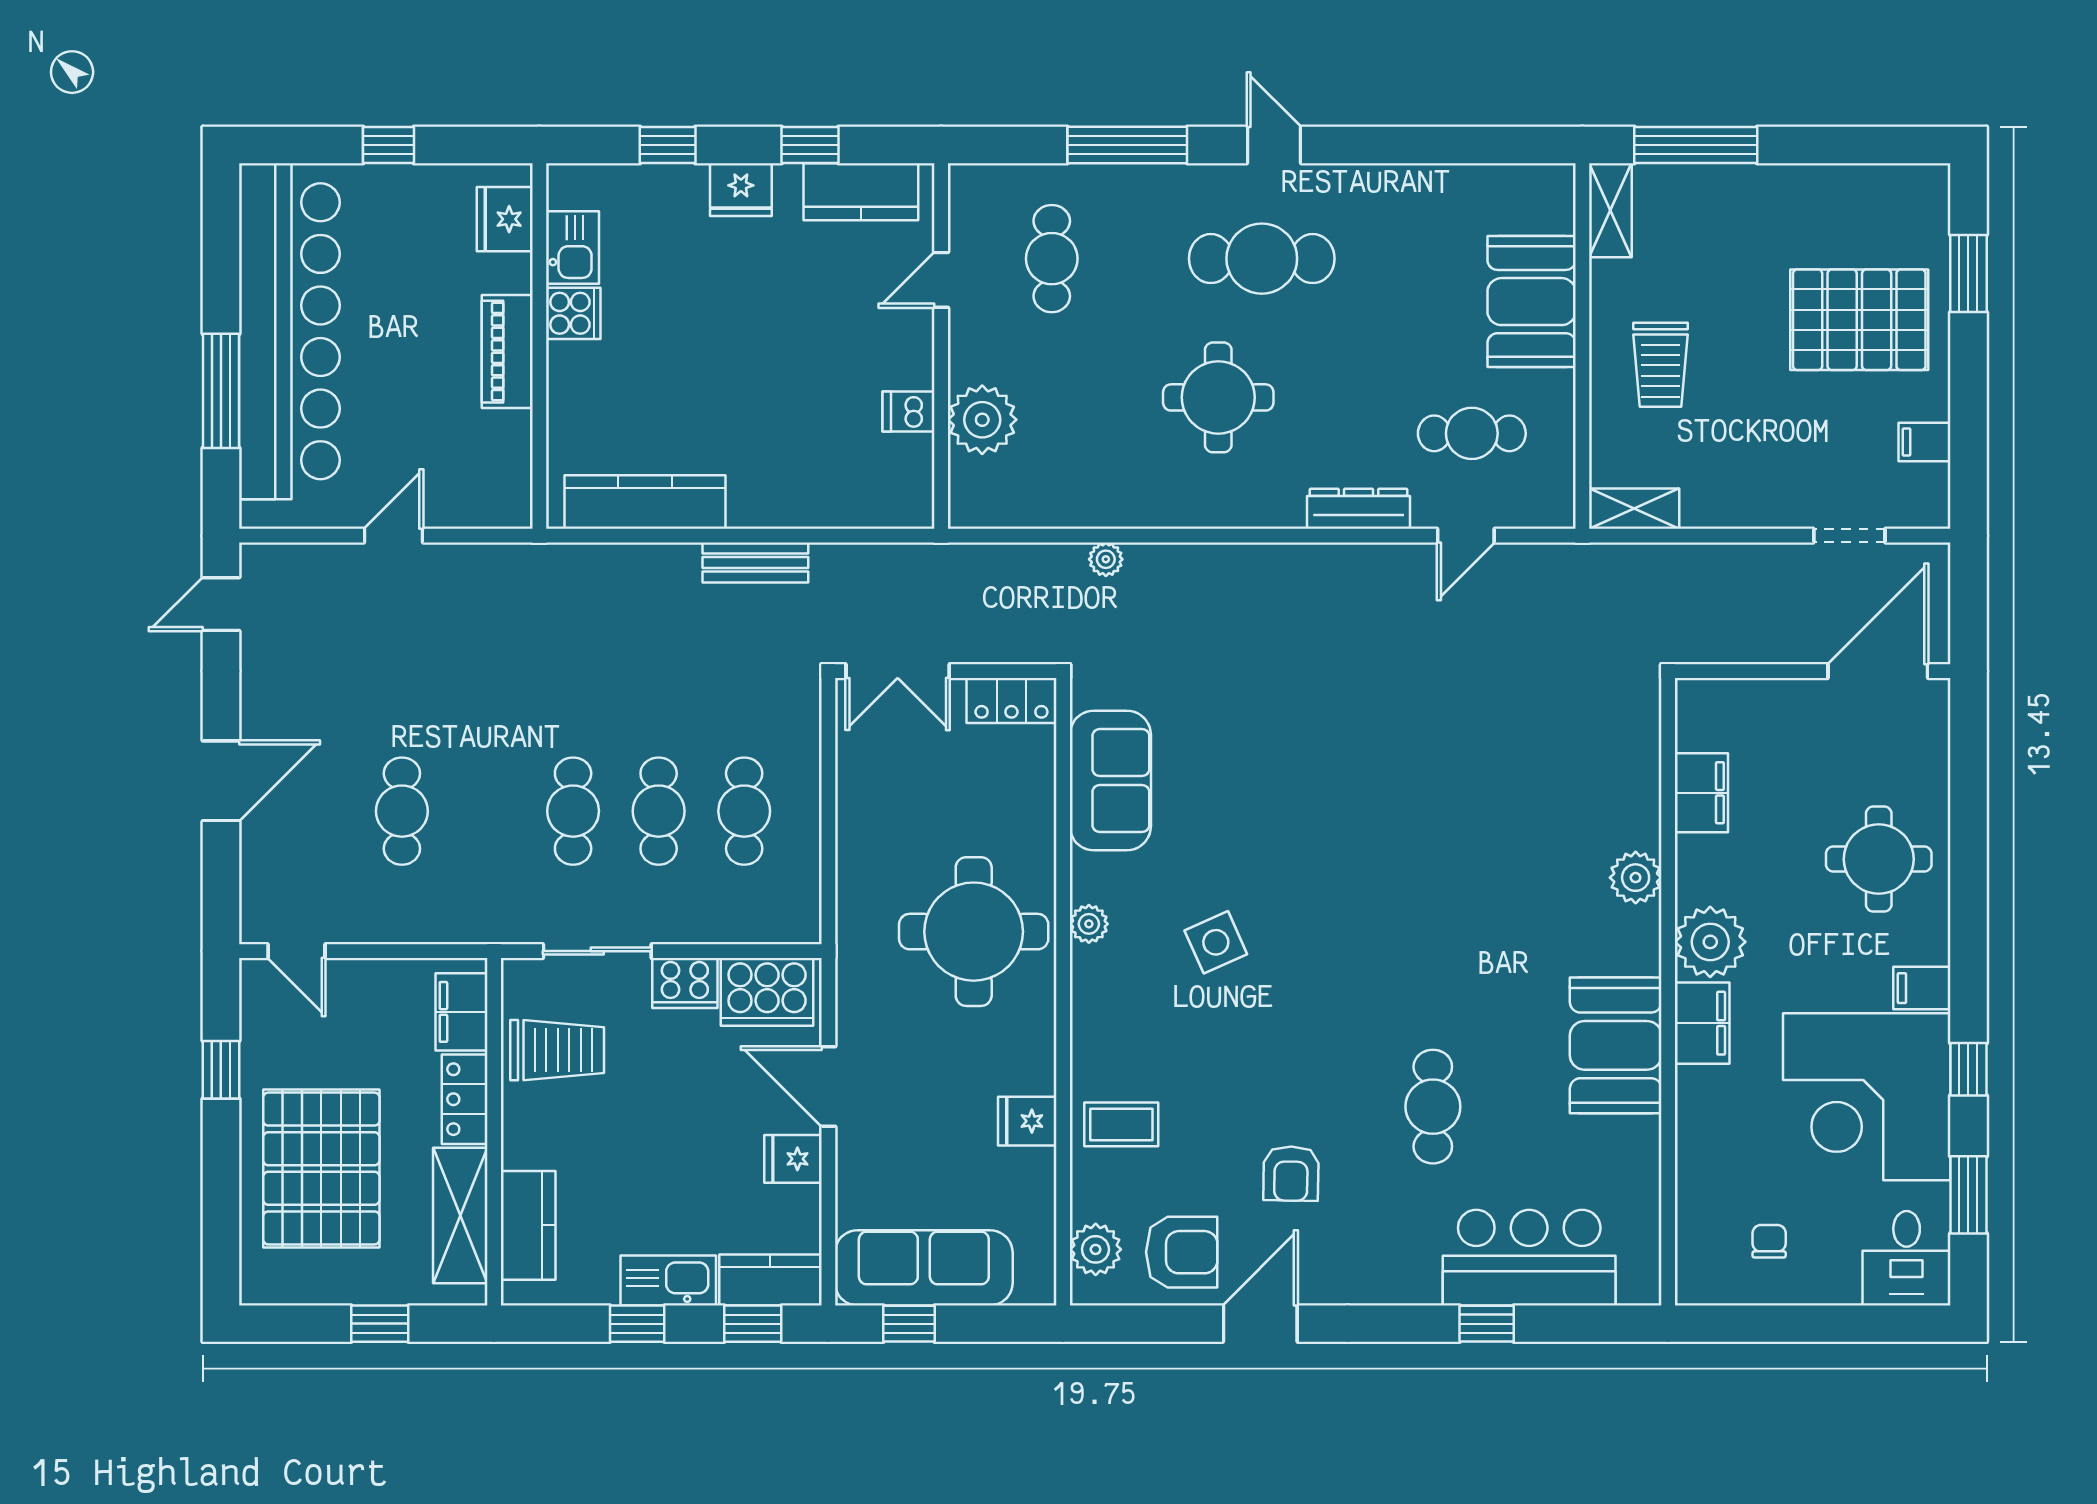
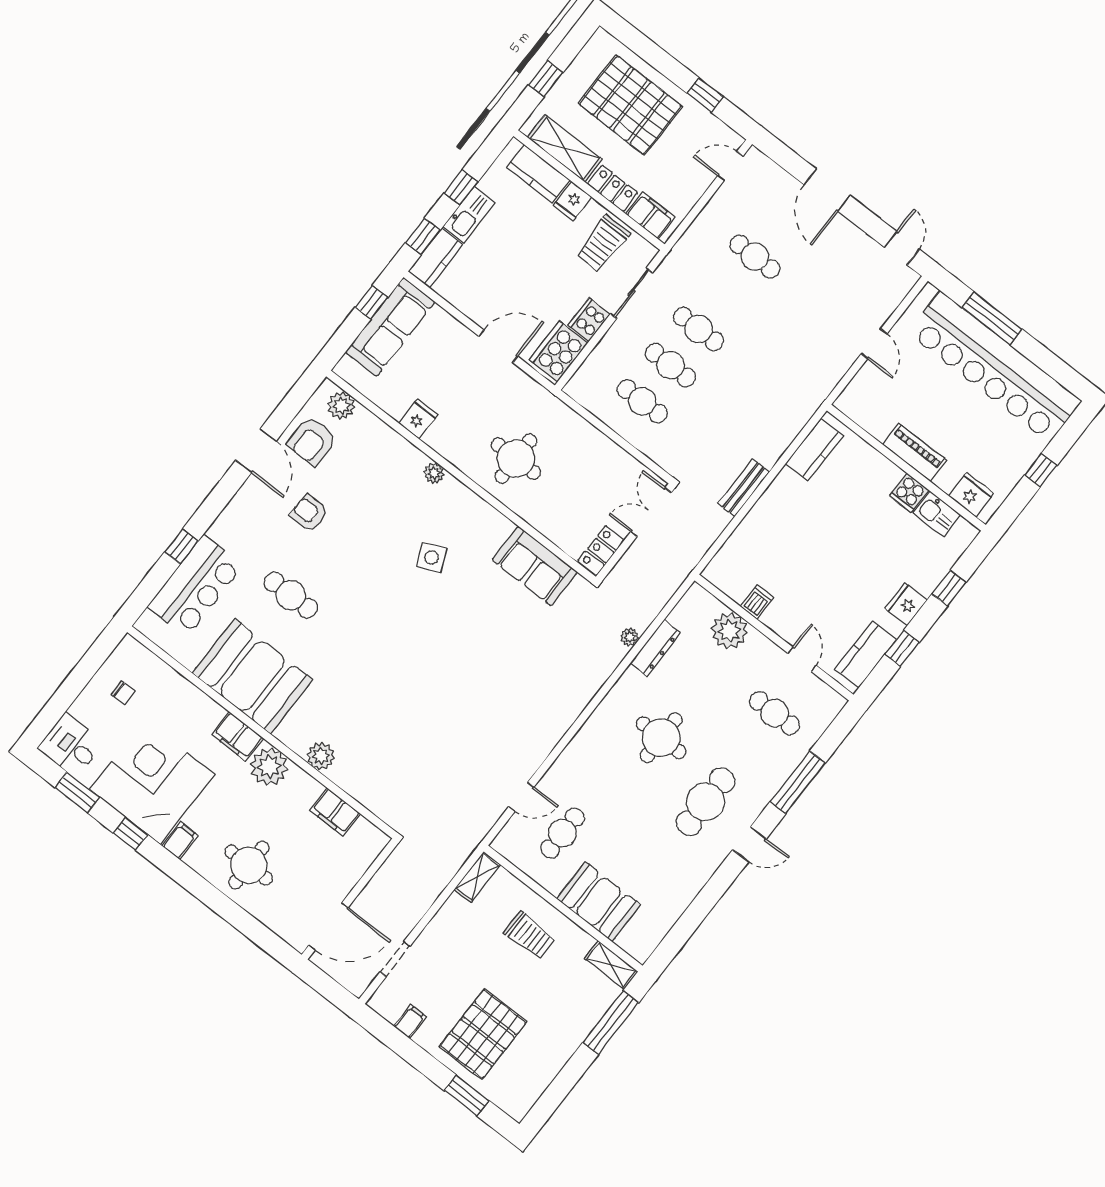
trolley: (1660, 365) -> (529, 935), turned 180
kitchen counter: (645, 502) -> (814, 450), width x0.67
dresser: (1359, 509) -> (655, 648), moved
door: (1466, 536) -> (521, 797), swing flipped
door: (1878, 671) -> (328, 926), hinge flipped
plant: (1089, 924) -> (434, 473), moved
round table: (974, 932) -> (516, 459), width x0.73, depth x0.73
booth: (1616, 1045) -> (252, 676), width x1.36, depth x1.42
coffee table: (1121, 1124) -> (386, 458), removed
fridge: (793, 1159) -> (573, 201), moved, turned 180

